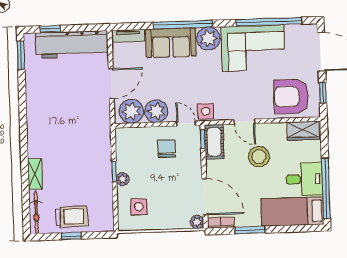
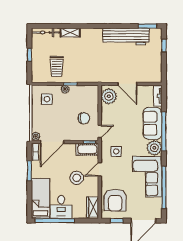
workbench: (72, 45) -> (126, 36), moved, turned -90
armchair: (291, 96) -> (115, 200), turned 180
plant: (156, 111) -> (108, 112), removed
side table: (206, 111) -> (116, 151), moved
trolley: (72, 217) -> (57, 66), moved

